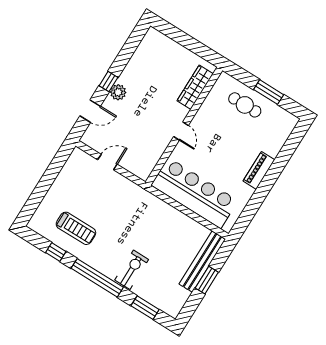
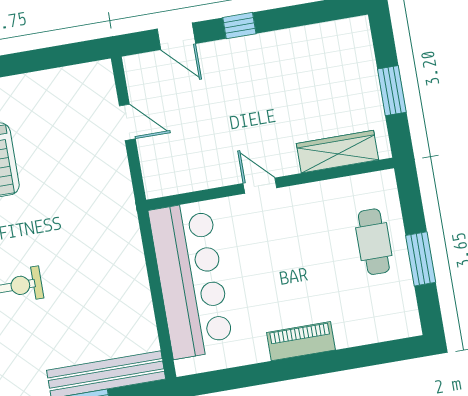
window: (190, 43) -> (392, 91), added
plant: (118, 92) -> (236, 52), removed
door: (181, 131) -> (260, 186), swing flipped

